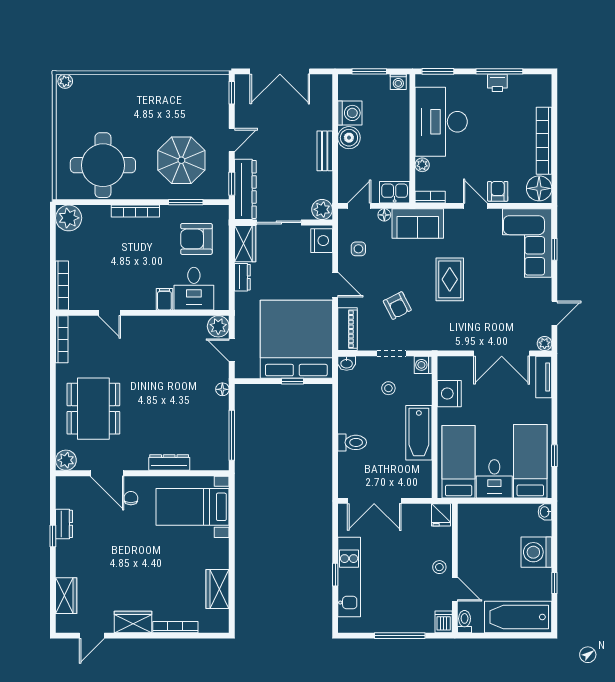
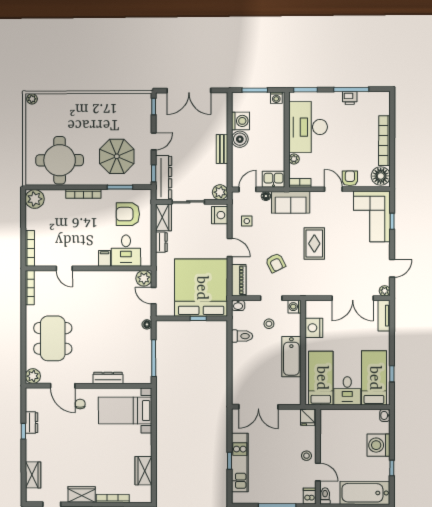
toilet: (352, 442) -> (242, 336), moved

